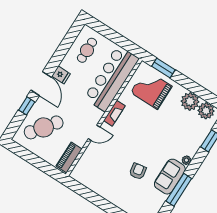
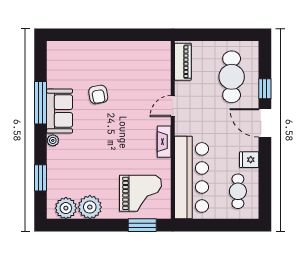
fridge: (61, 75) -> (249, 160), moved
cafe table: (44, 127) -> (232, 77), turned -37

